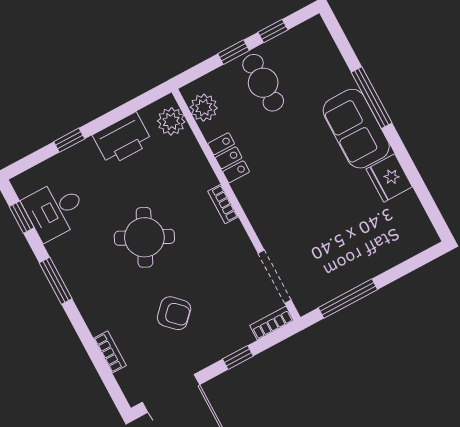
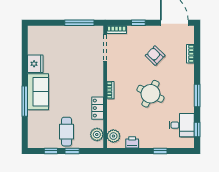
printer: (123, 139) -> (132, 142), width x0.53, depth x0.68

